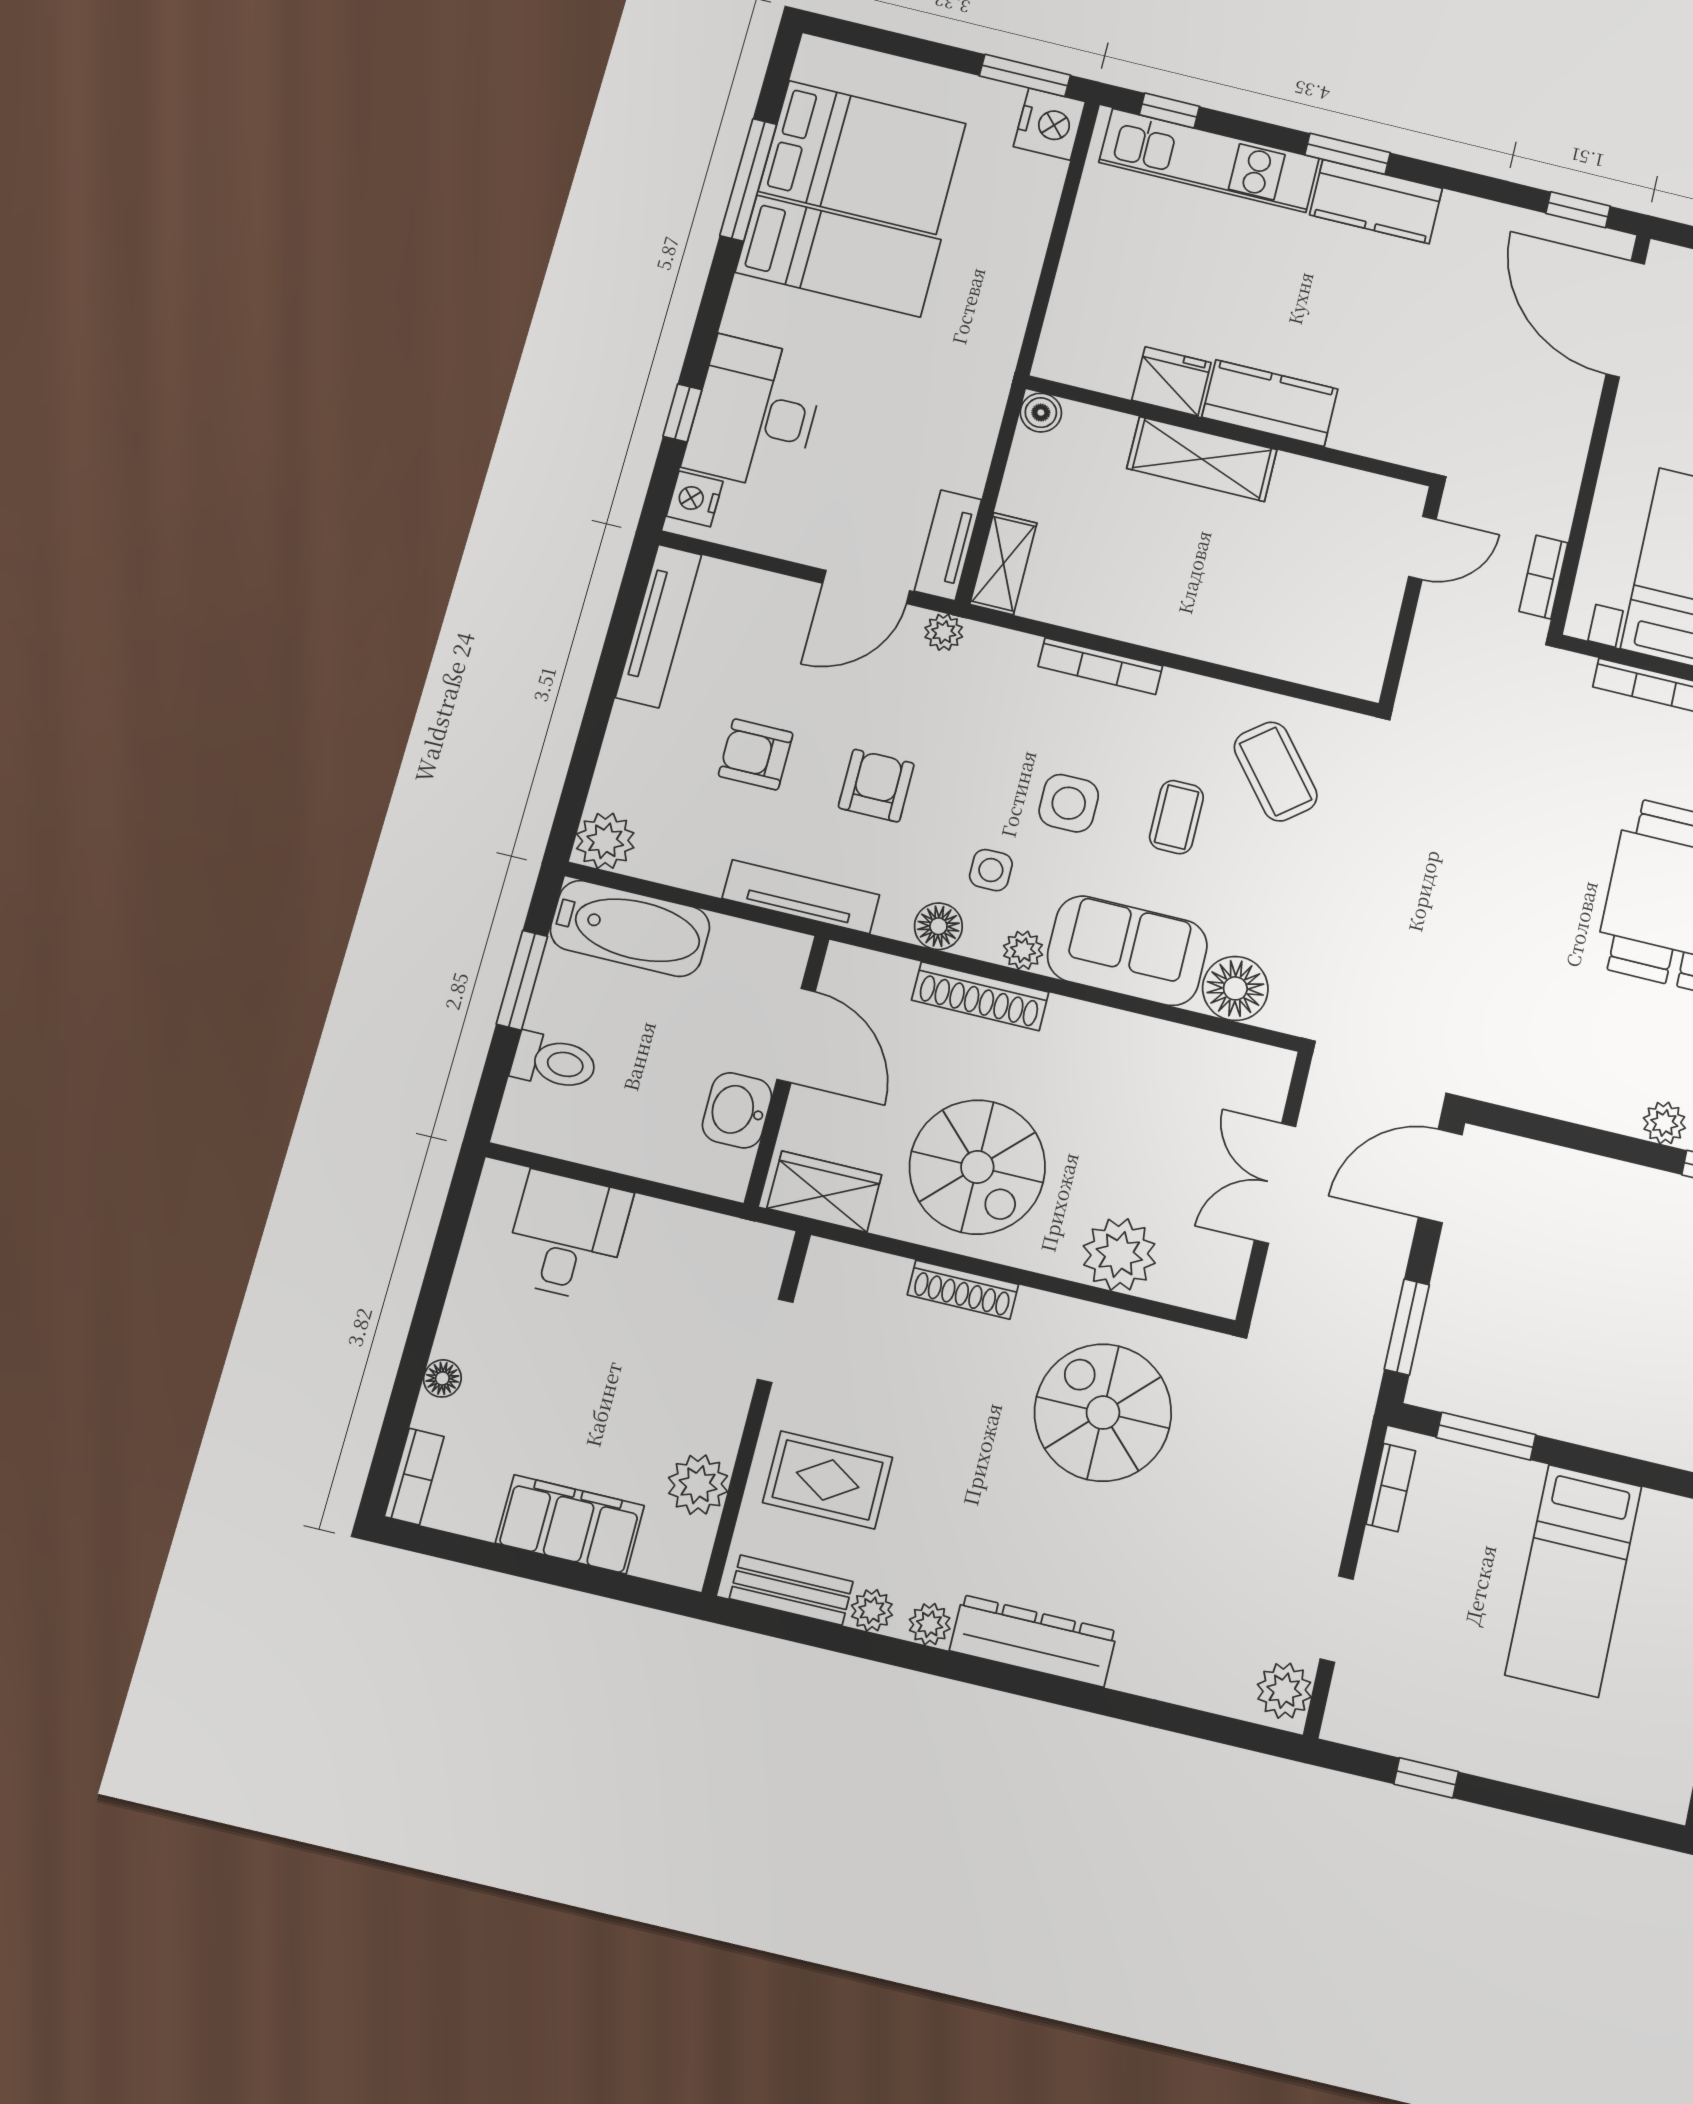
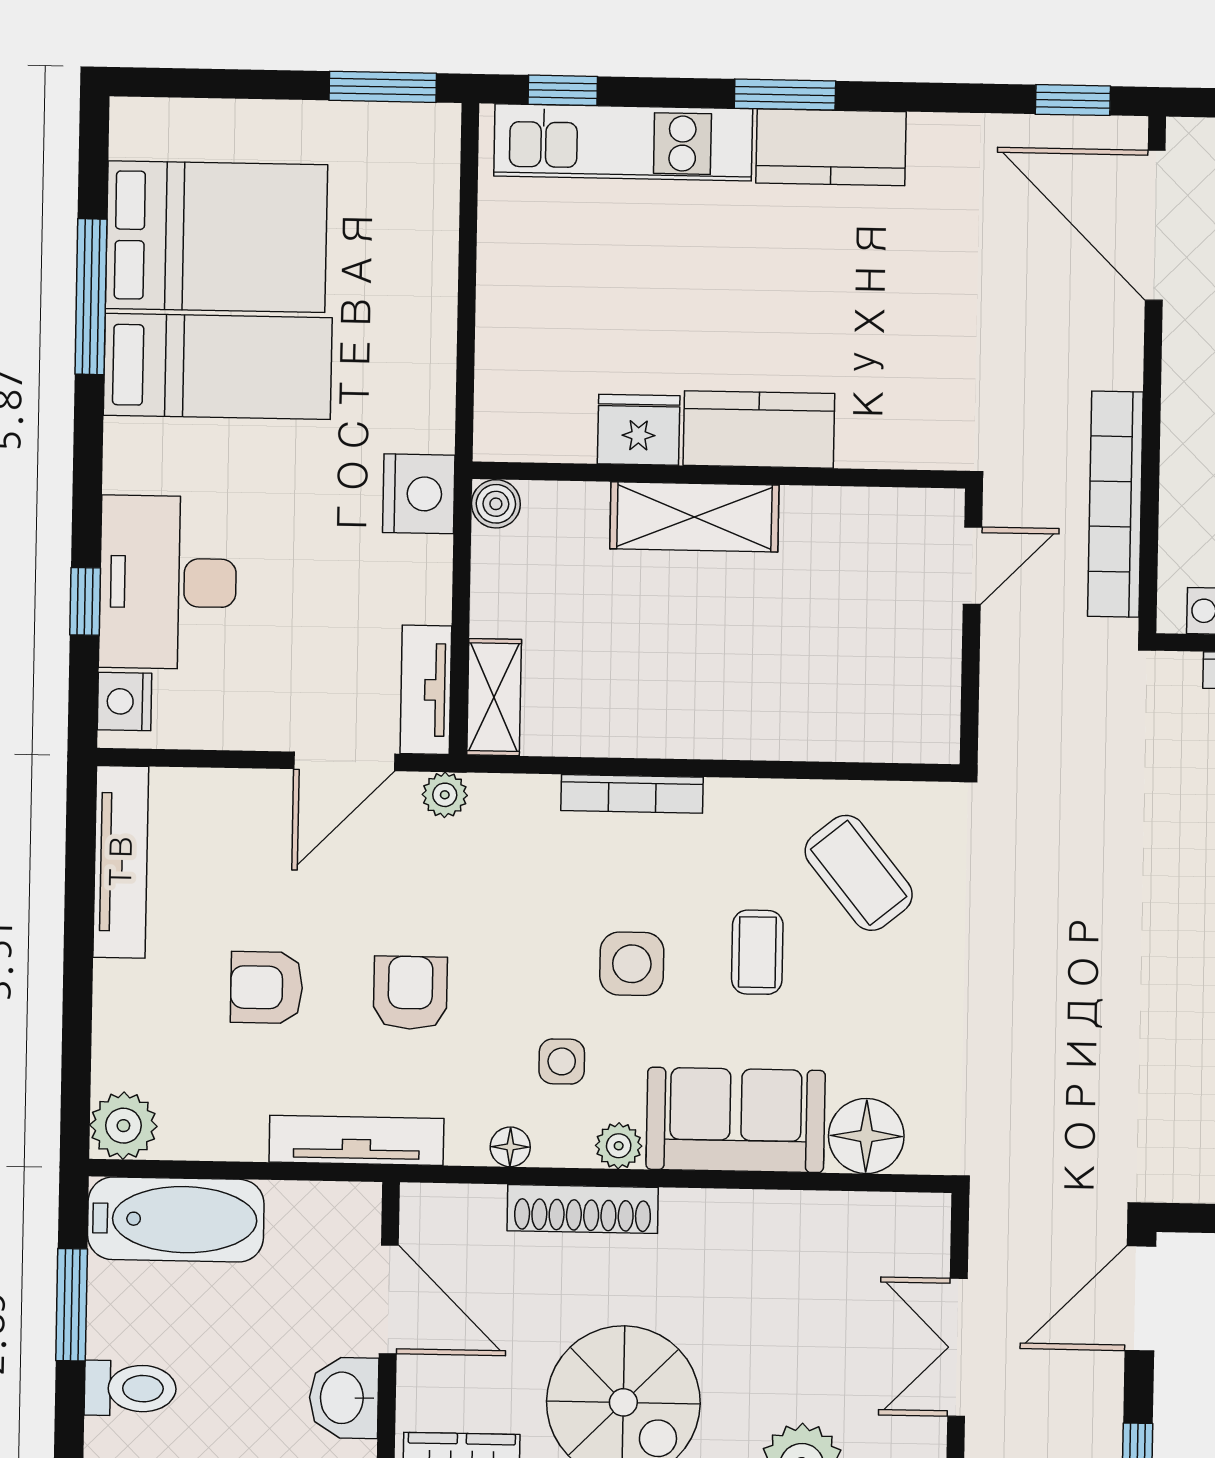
nightstand: (1049, 124) -> (419, 494), moved
bookcase: (1543, 577) -> (1115, 504), width x2.31, depth x1.31
floor lamp: (938, 926) -> (510, 1147), width x0.73, depth x0.73

